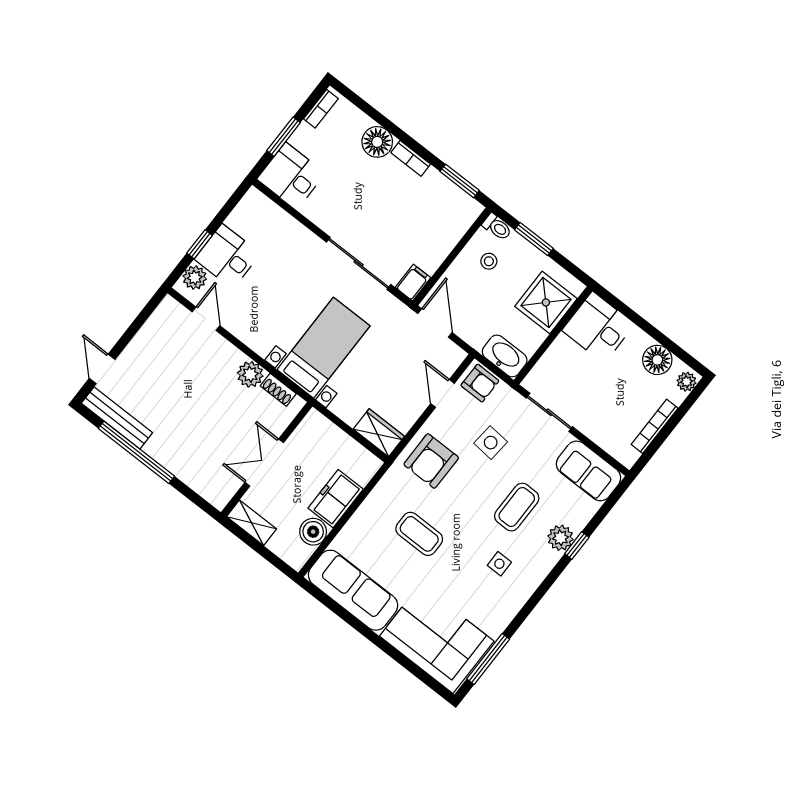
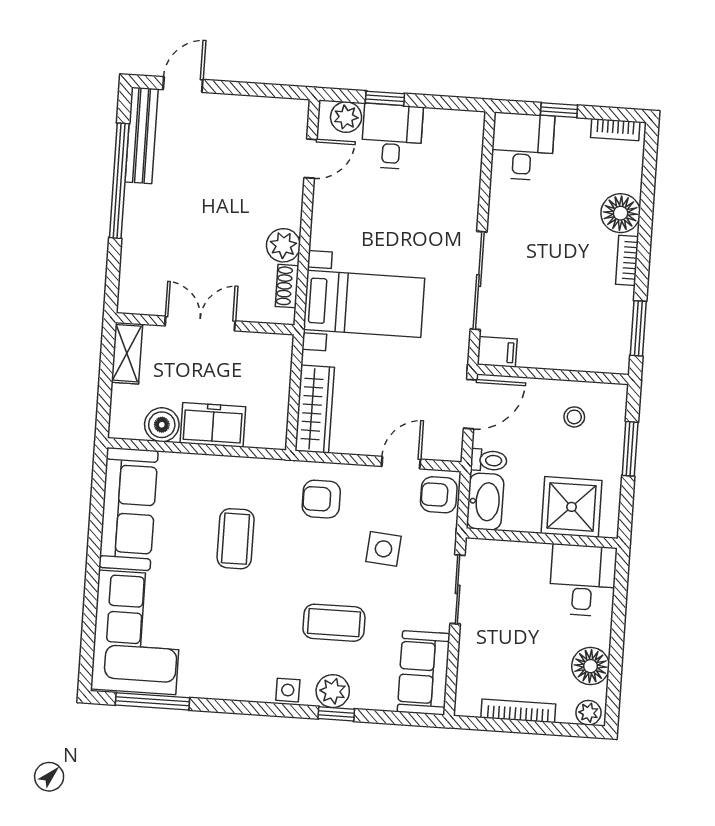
window: (284, 137) -> (559, 110), width x0.67
toilet: (497, 227) -> (489, 460), moved, turned -90
armchair: (480, 383) -> (439, 495), turned 90
wardrobe: (379, 433) -> (315, 409), width x1.50
armchair: (431, 461) -> (321, 499), width x0.72, depth x0.72
side table: (499, 564) -> (288, 690), moved

